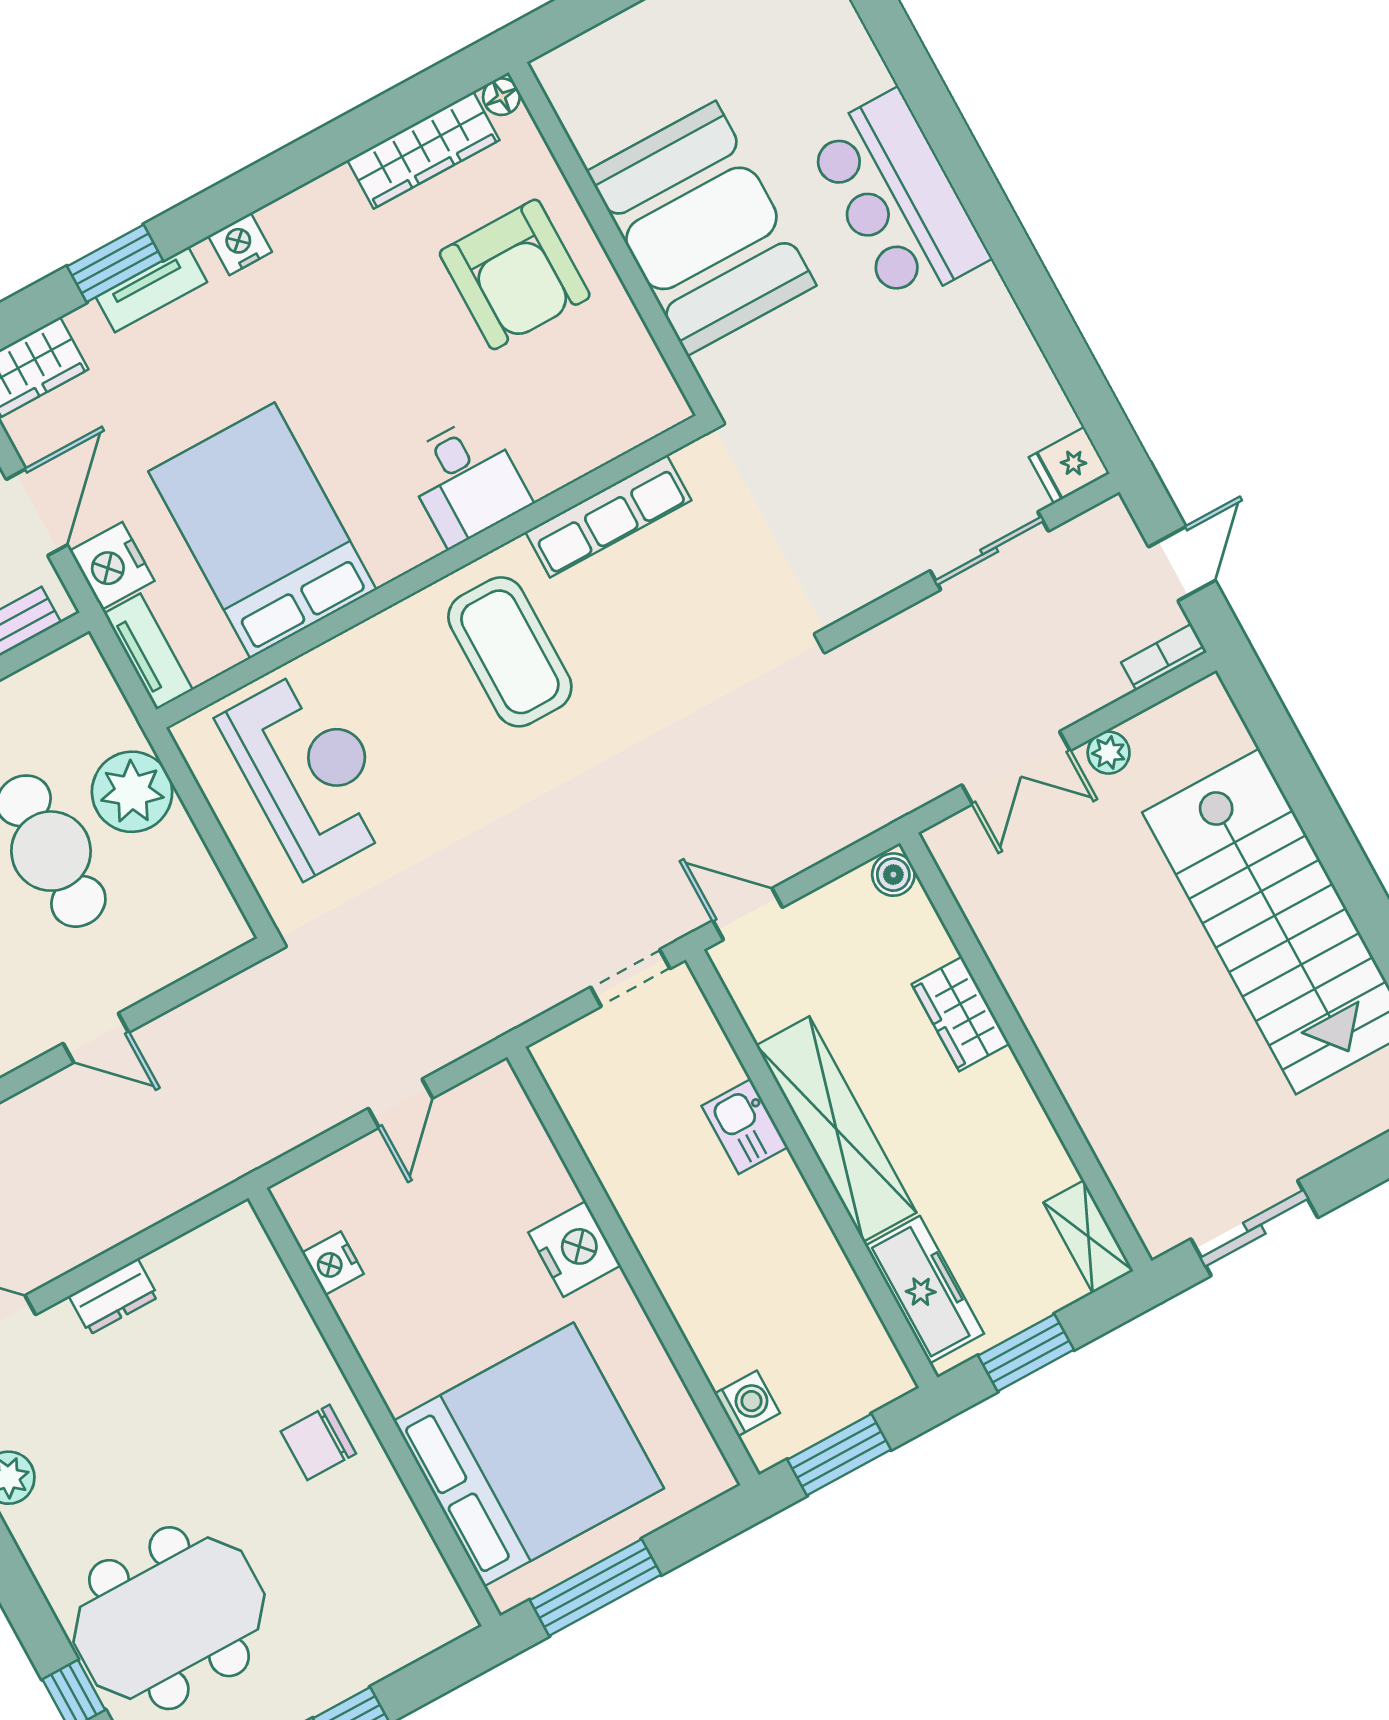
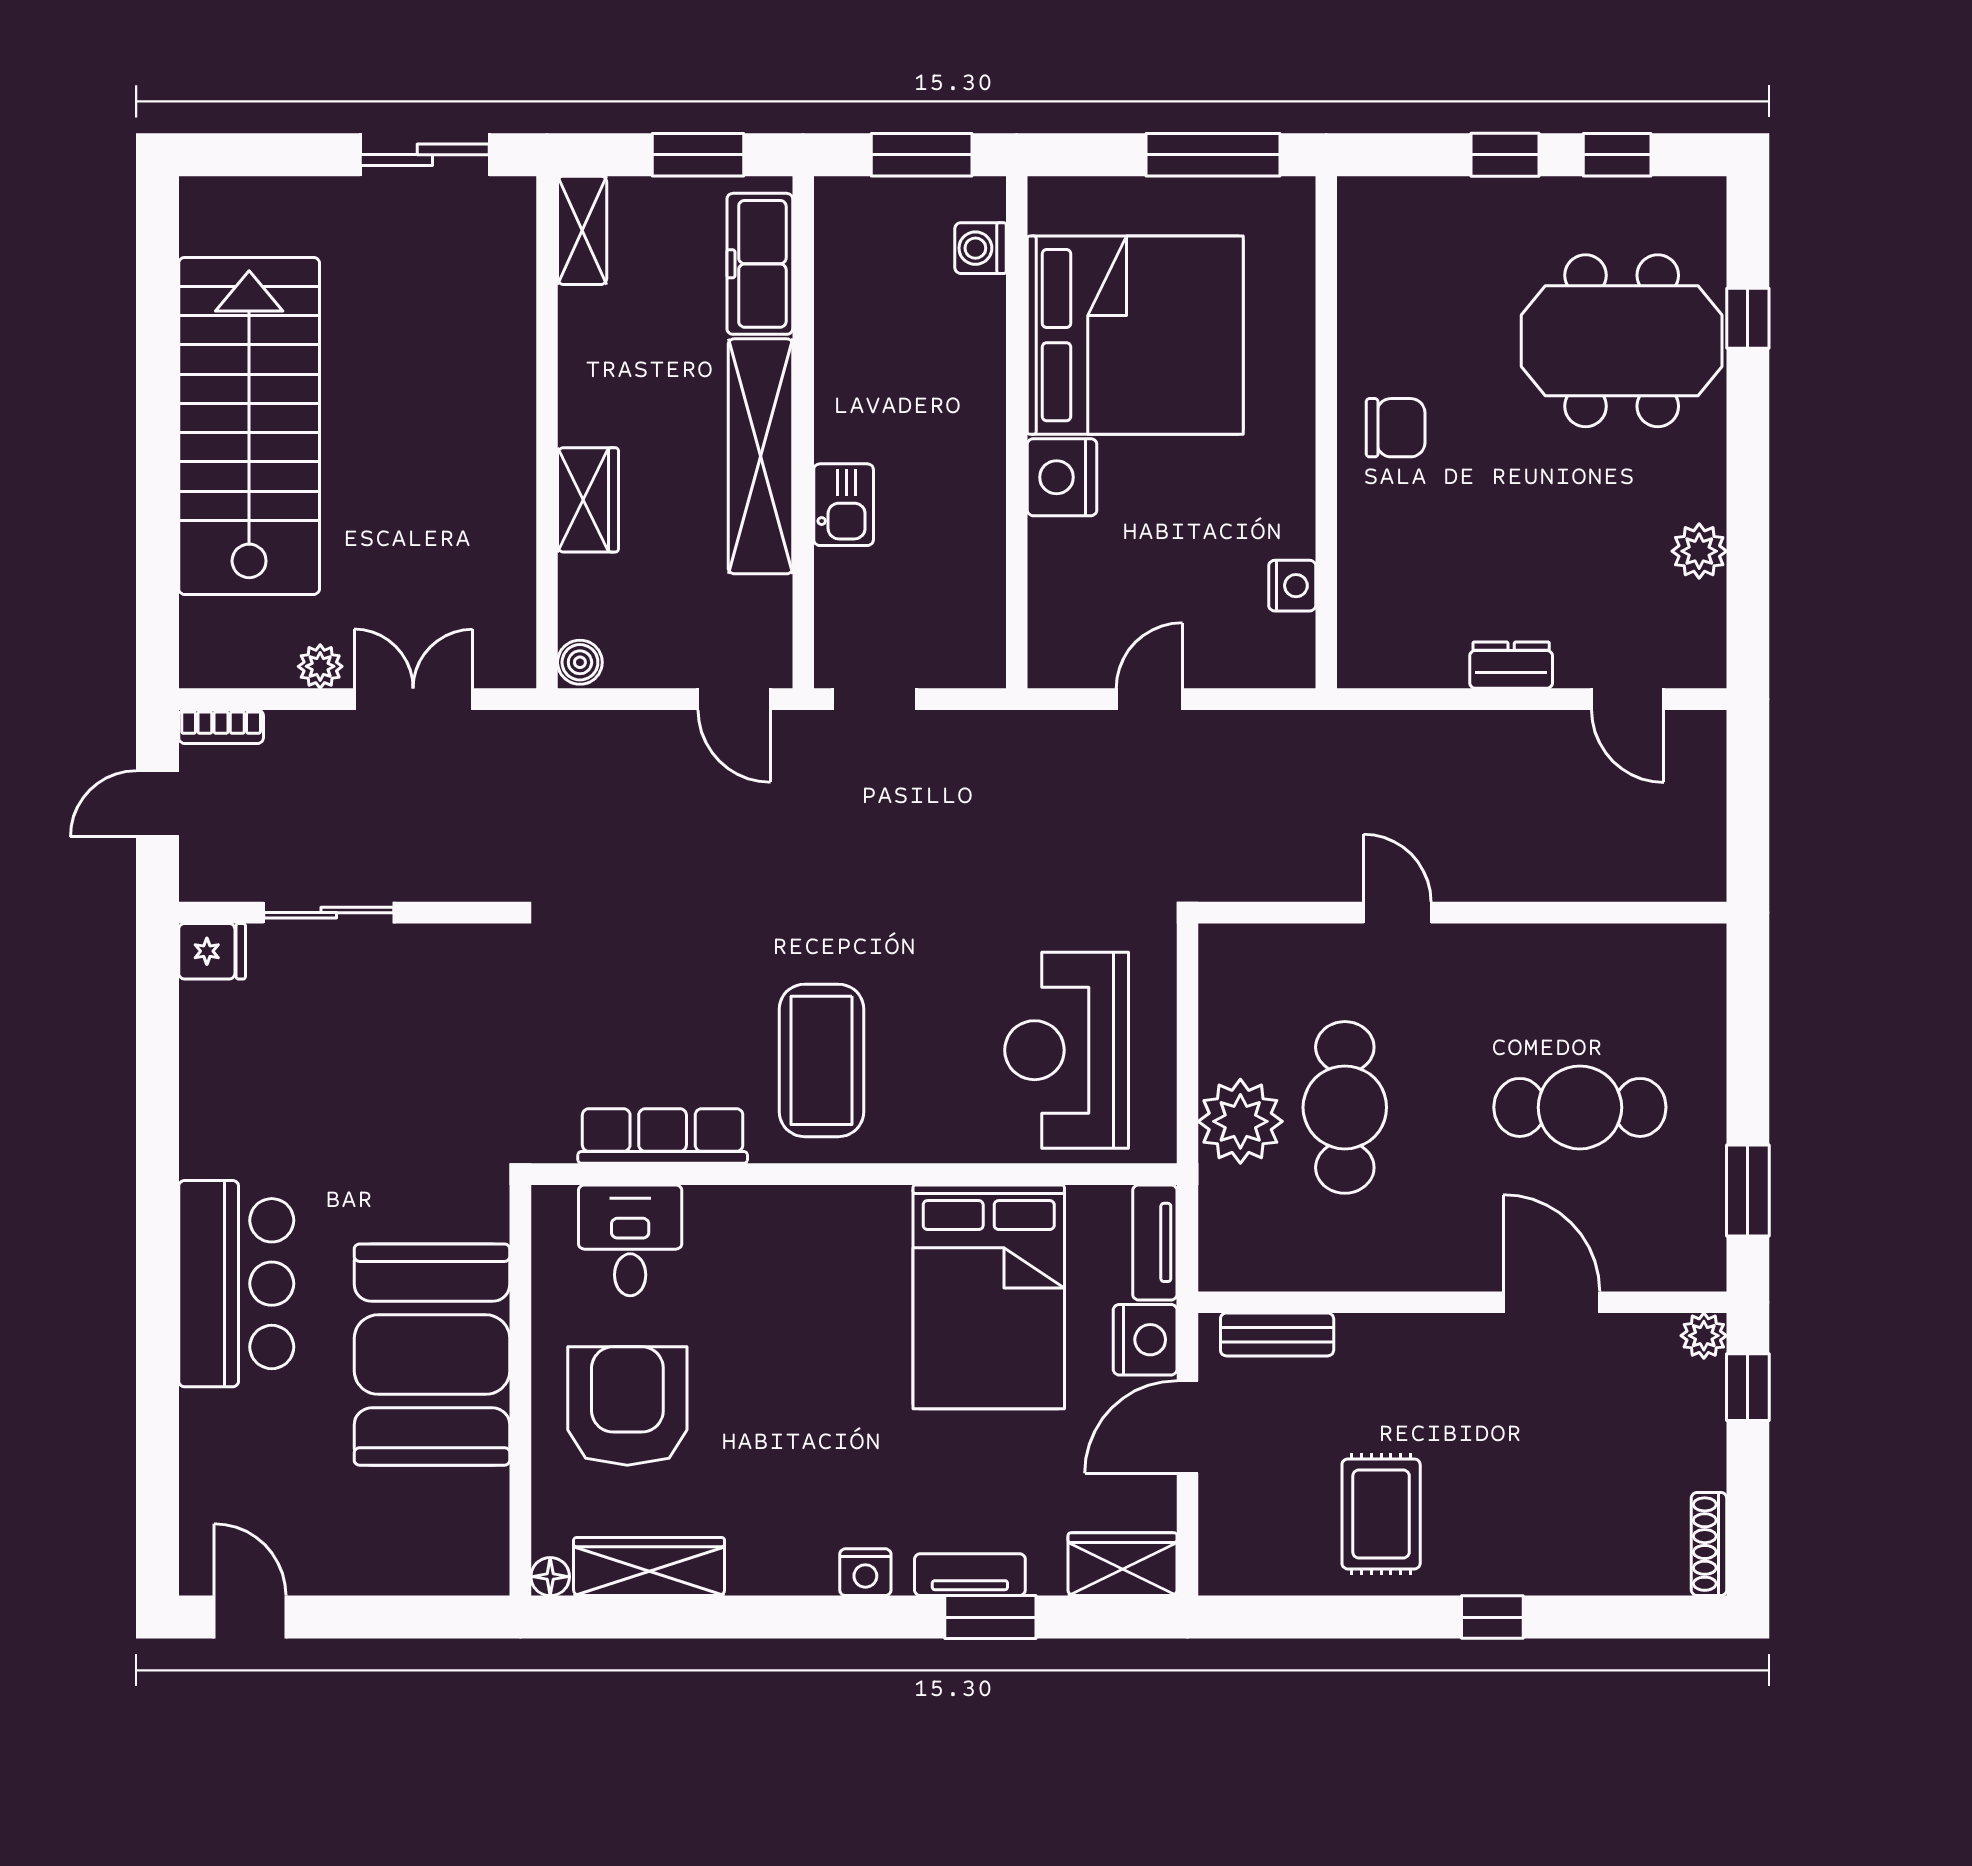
desk: (466, 481) -> (630, 1240), moved
bed: (529, 1454) -> (1135, 335), moved, turned 180

